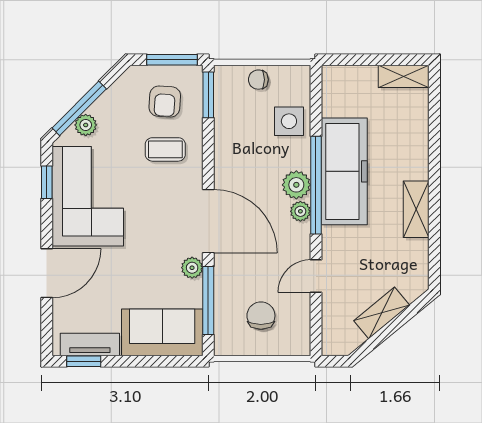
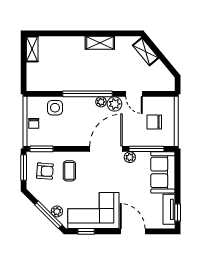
freezer: (344, 171) -> (81, 79), removed
plant: (296, 185) -> (114, 104), moved
shelving: (382, 313) -> (146, 52), moved

